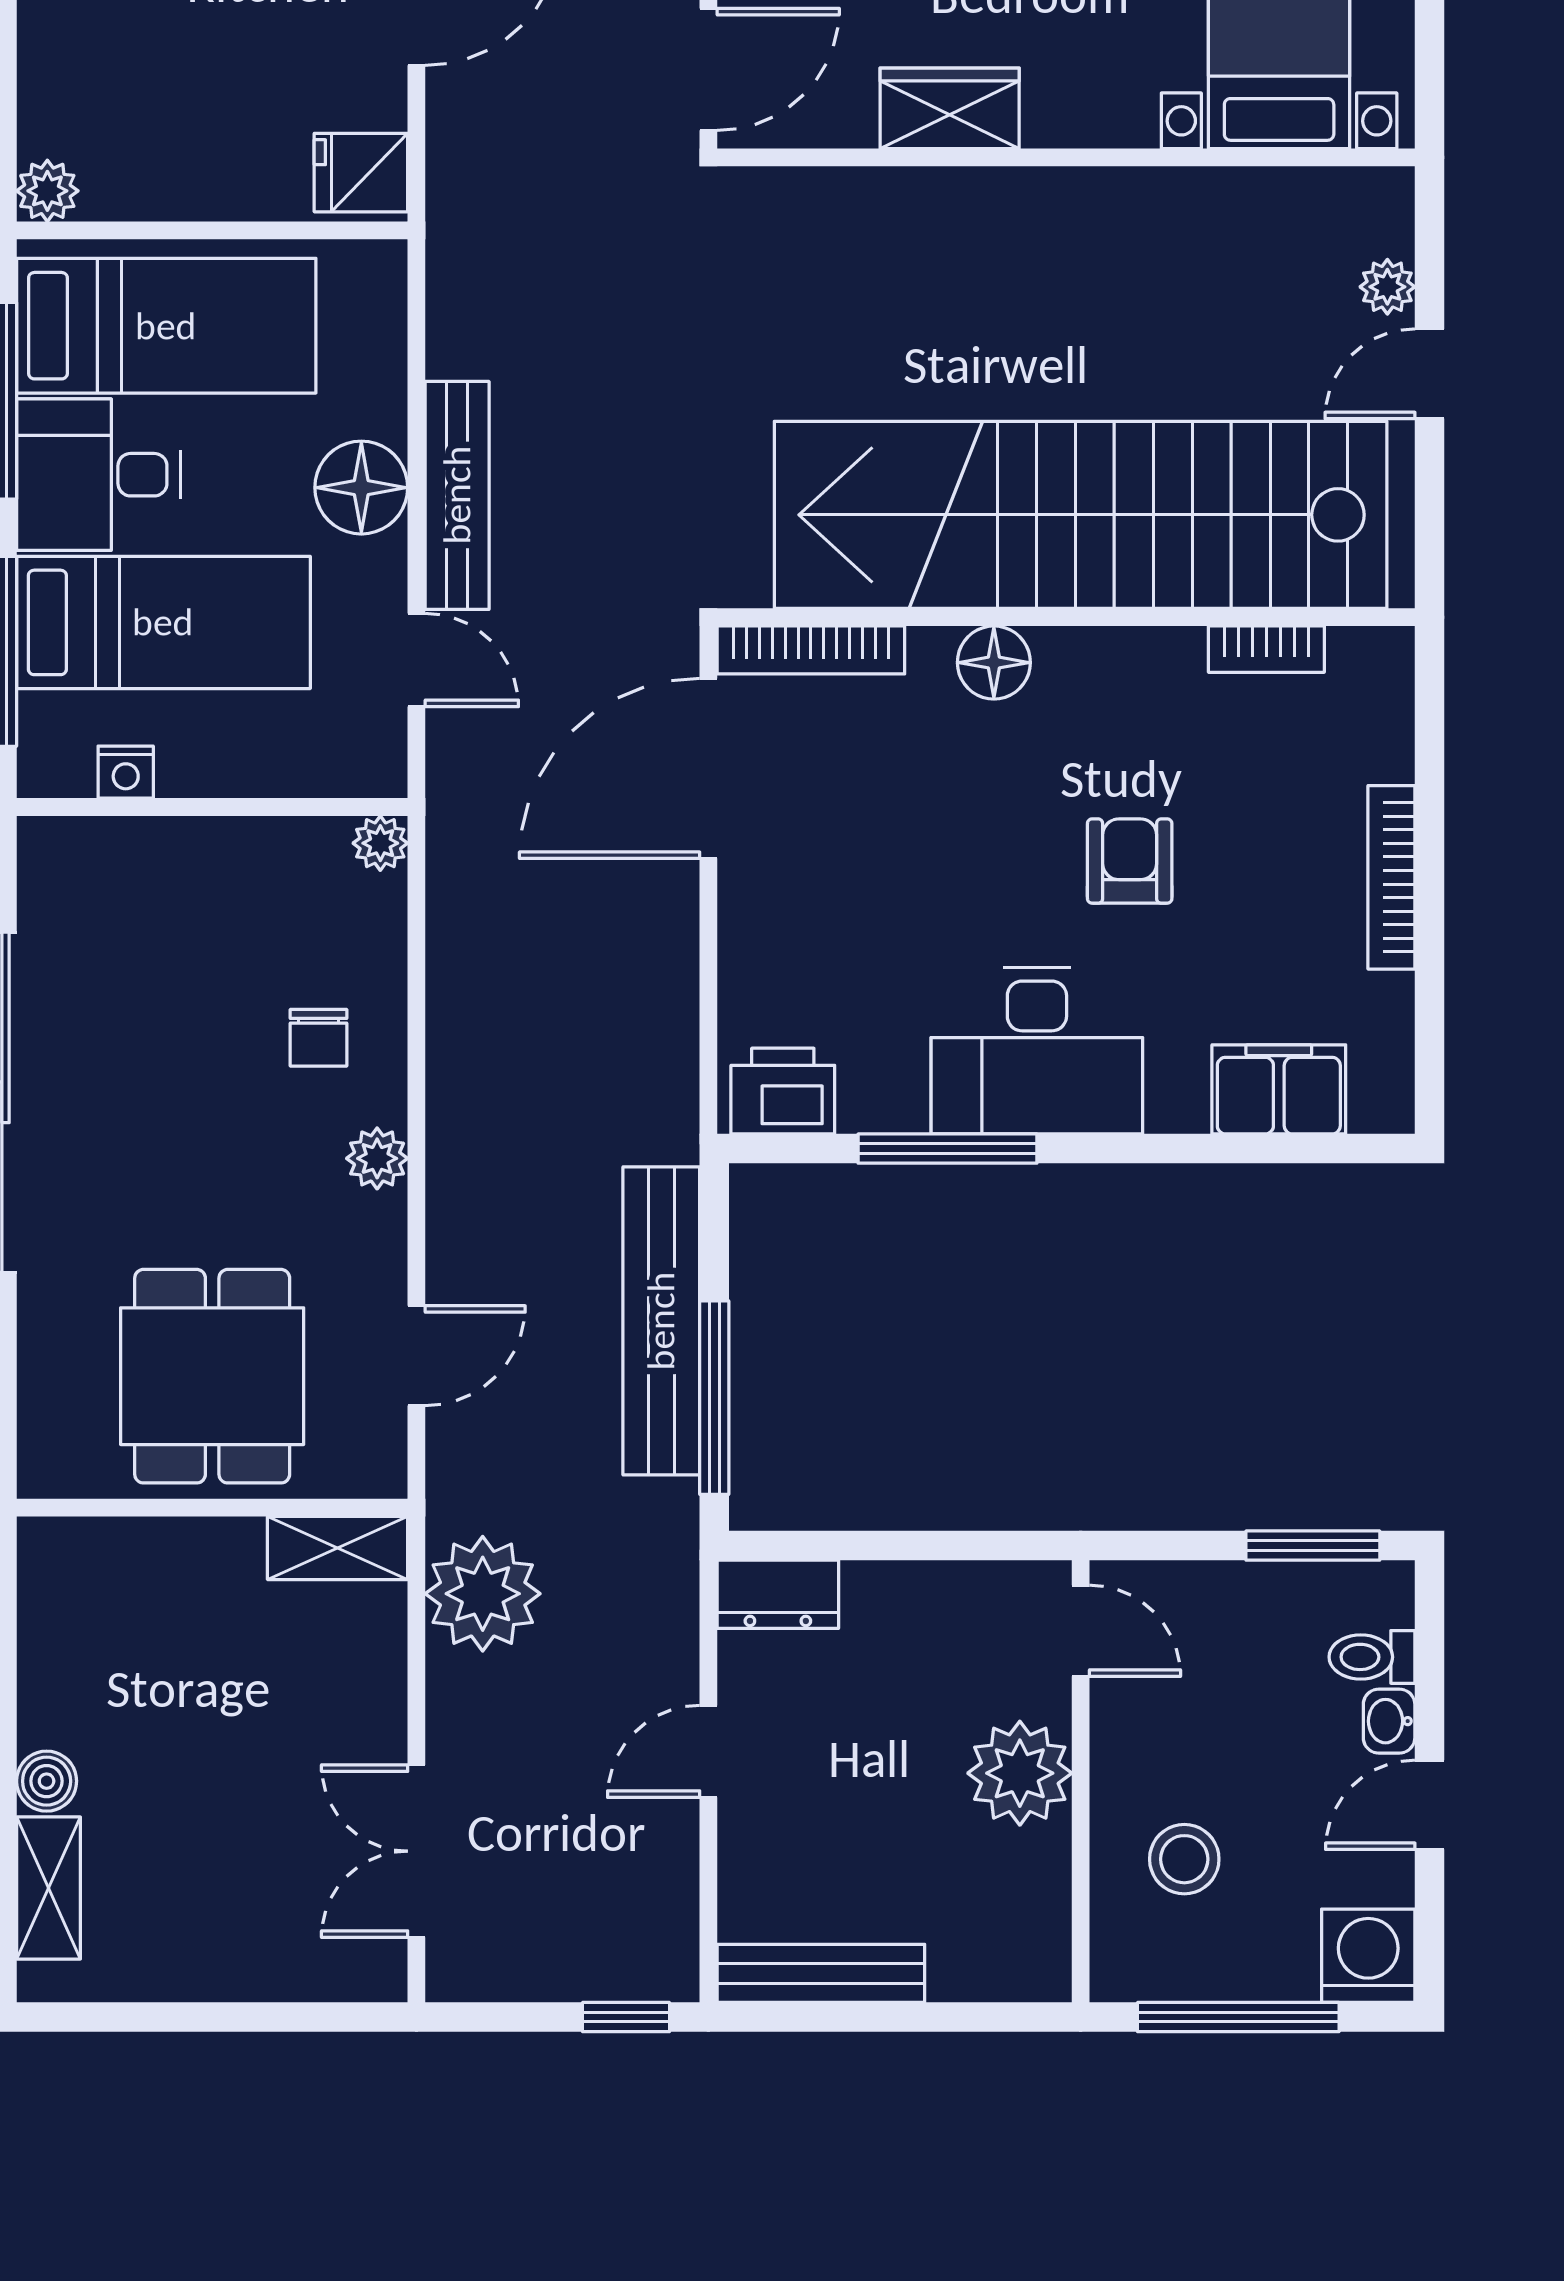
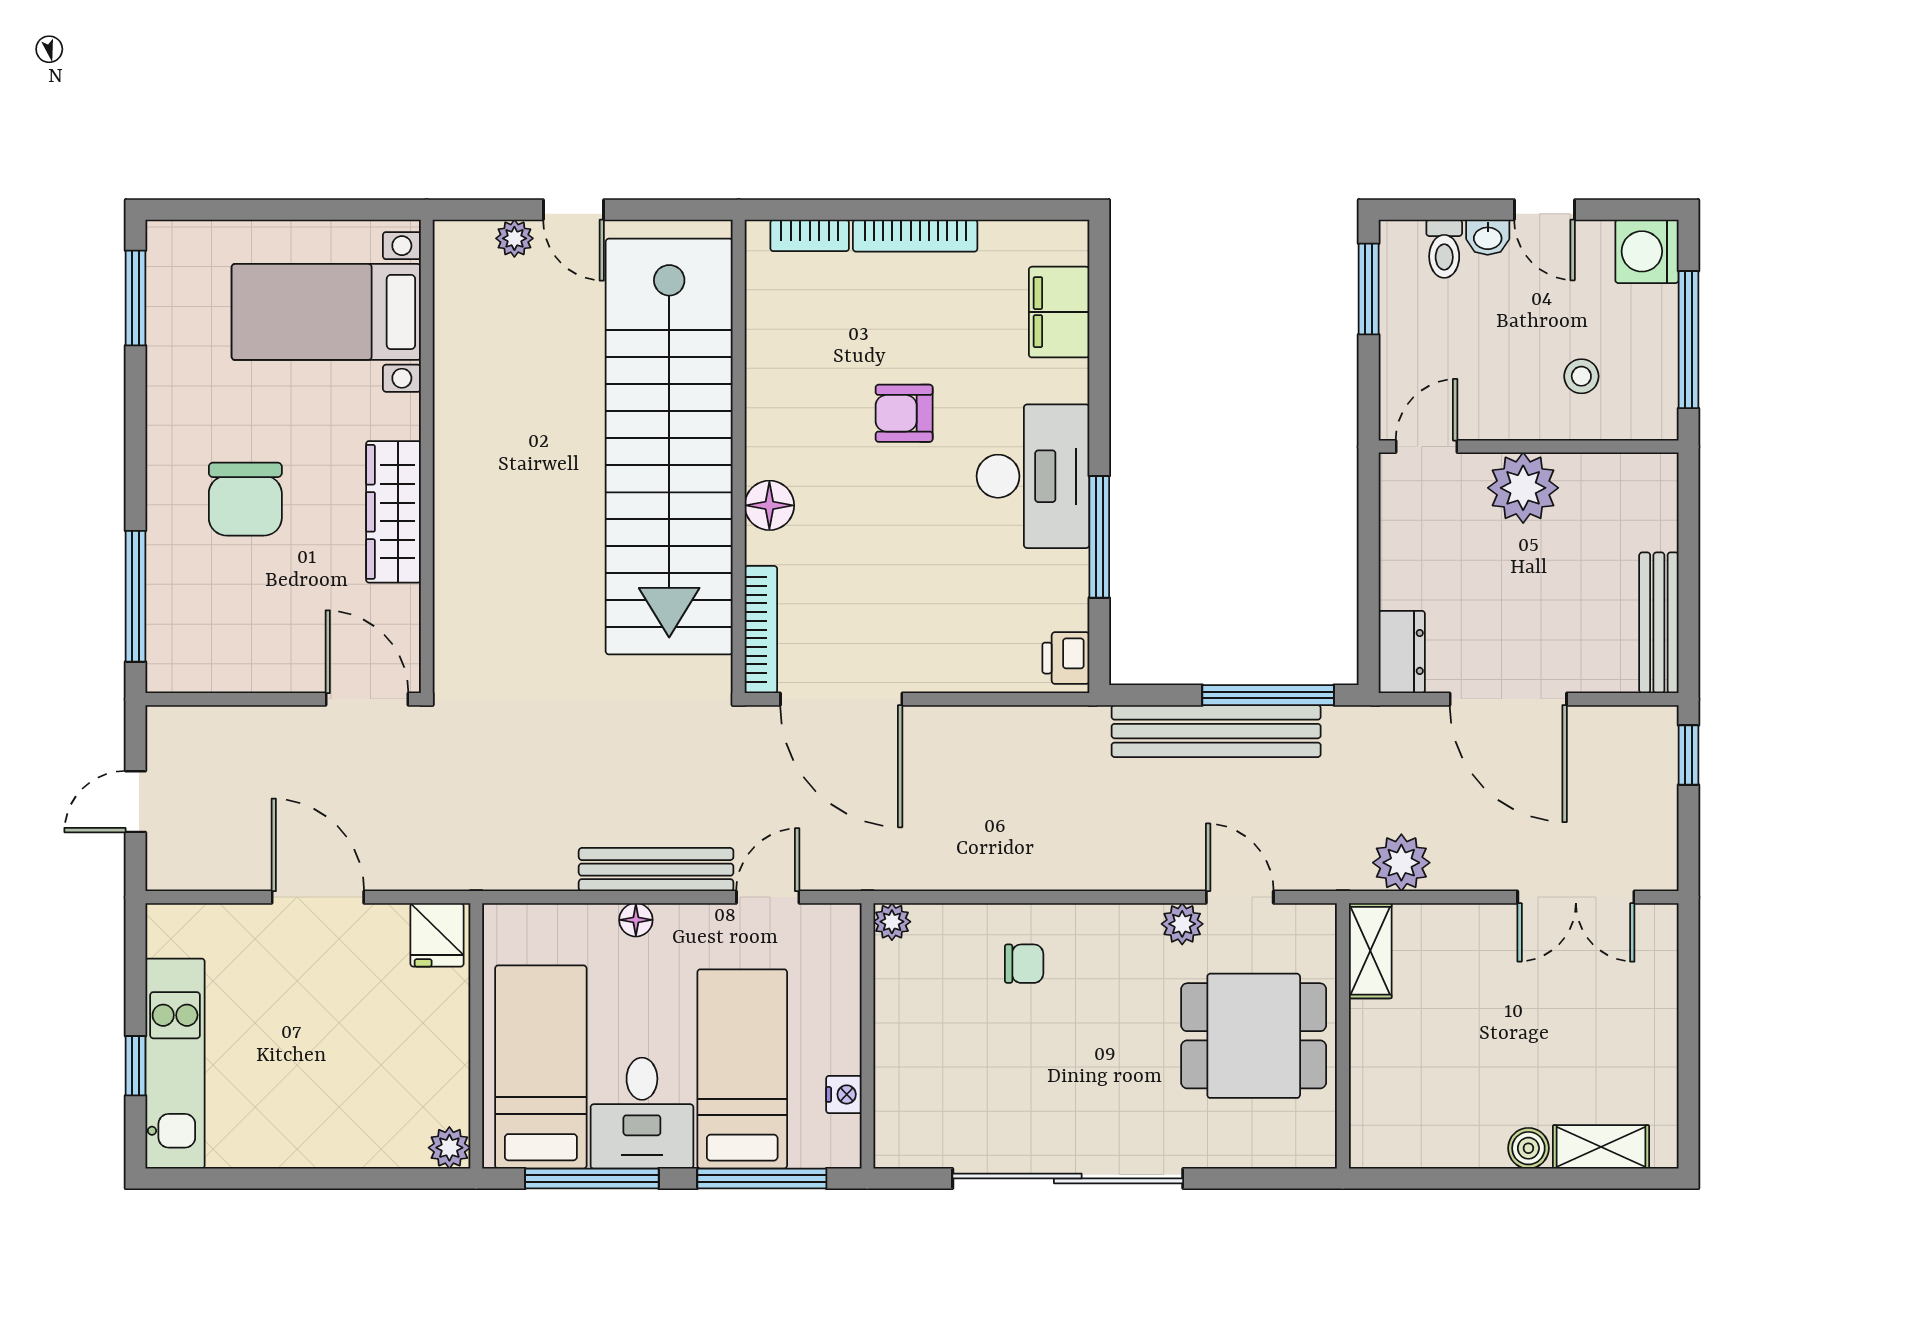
wardrobe: (950, 108) -> (393, 512), width x1.50
floor lamp: (361, 488) -> (636, 920), width x0.53, depth x0.53
bookcase: (1266, 649) -> (810, 235), moved, turned 90
printer: (783, 1091) -> (1066, 658), width x0.73, depth x0.81
plant: (377, 1158) -> (1182, 924), moved
plant: (483, 1594) -> (1401, 863), width x0.73, depth x0.73
door: (708, 1751) -> (1508, 699), width x1.88
stool: (1184, 1859) -> (1581, 376), width x0.73, depth x0.73

